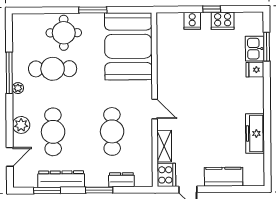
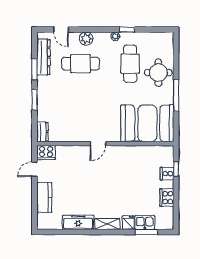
window: (212, 9) -> (176, 169), moved
window: (93, 10) -> (176, 96), width x1.44
window: (9, 73) -> (127, 30), width x0.46
cafe table: (112, 131) -> (81, 110), removed
shelving: (164, 146) -> (107, 224), moved
dresser: (61, 179) -> (43, 57), moved
dresser: (121, 180) -> (42, 132), moved
window: (47, 190) -> (35, 69), moved

